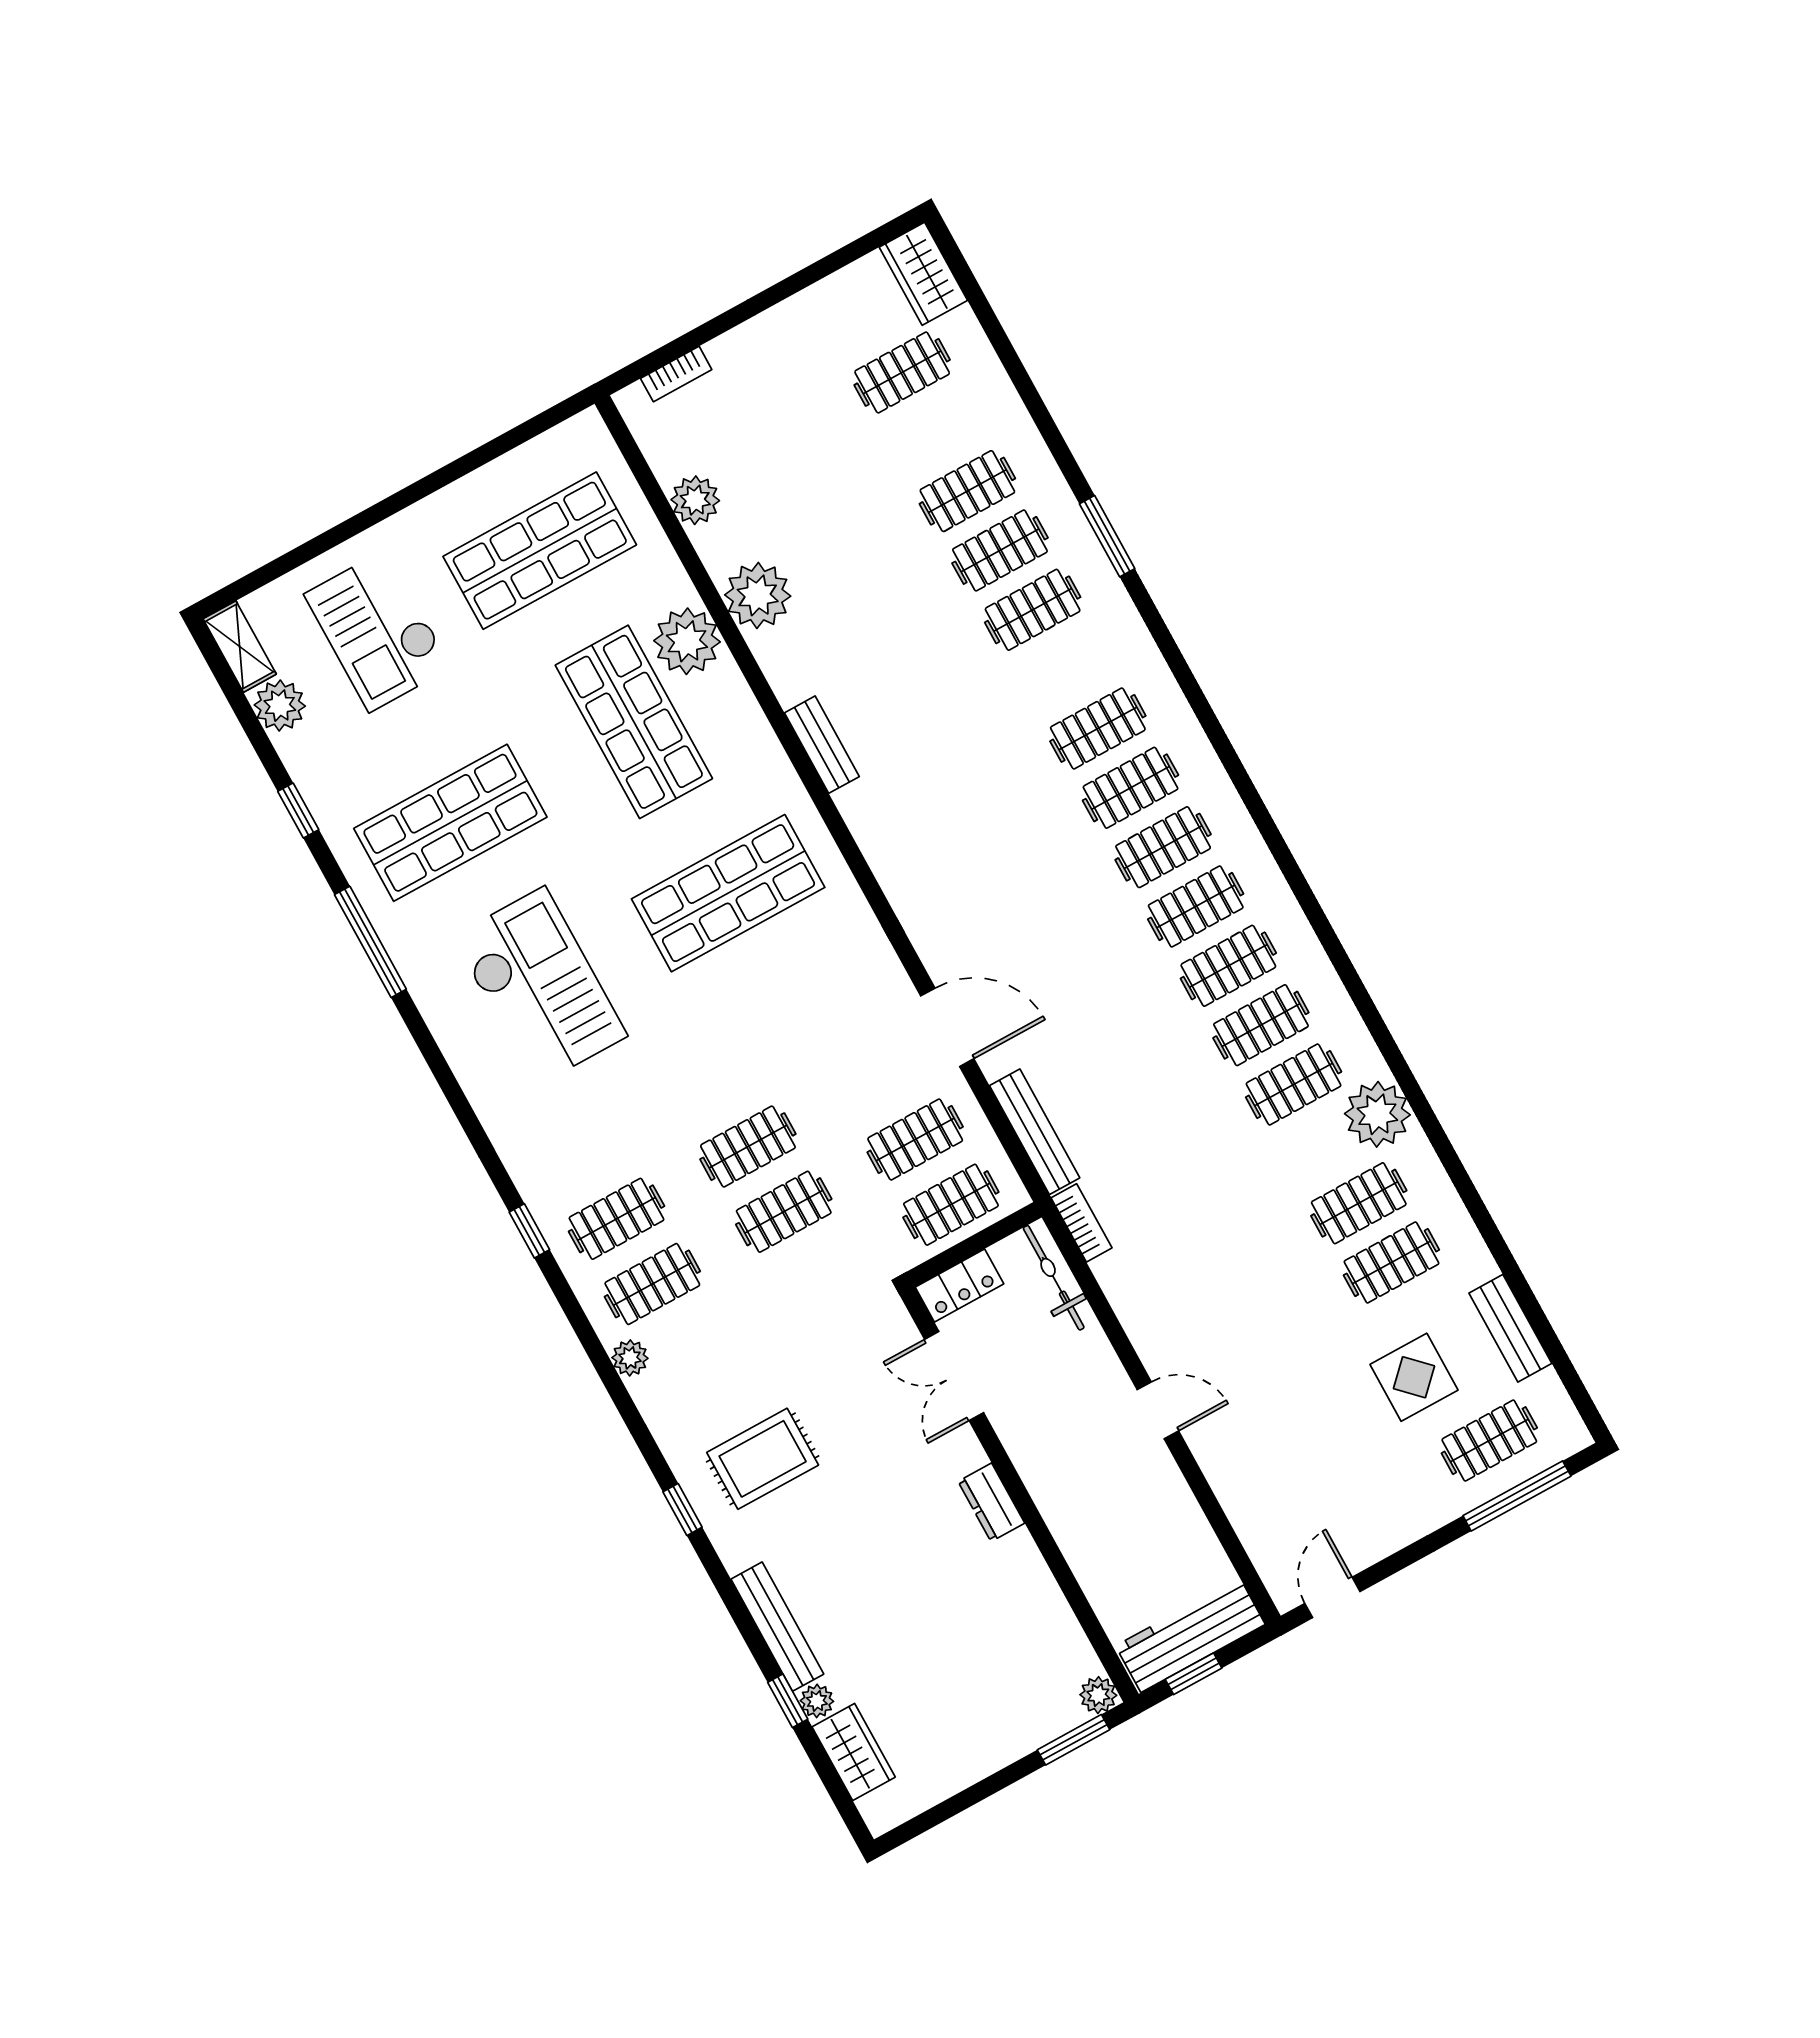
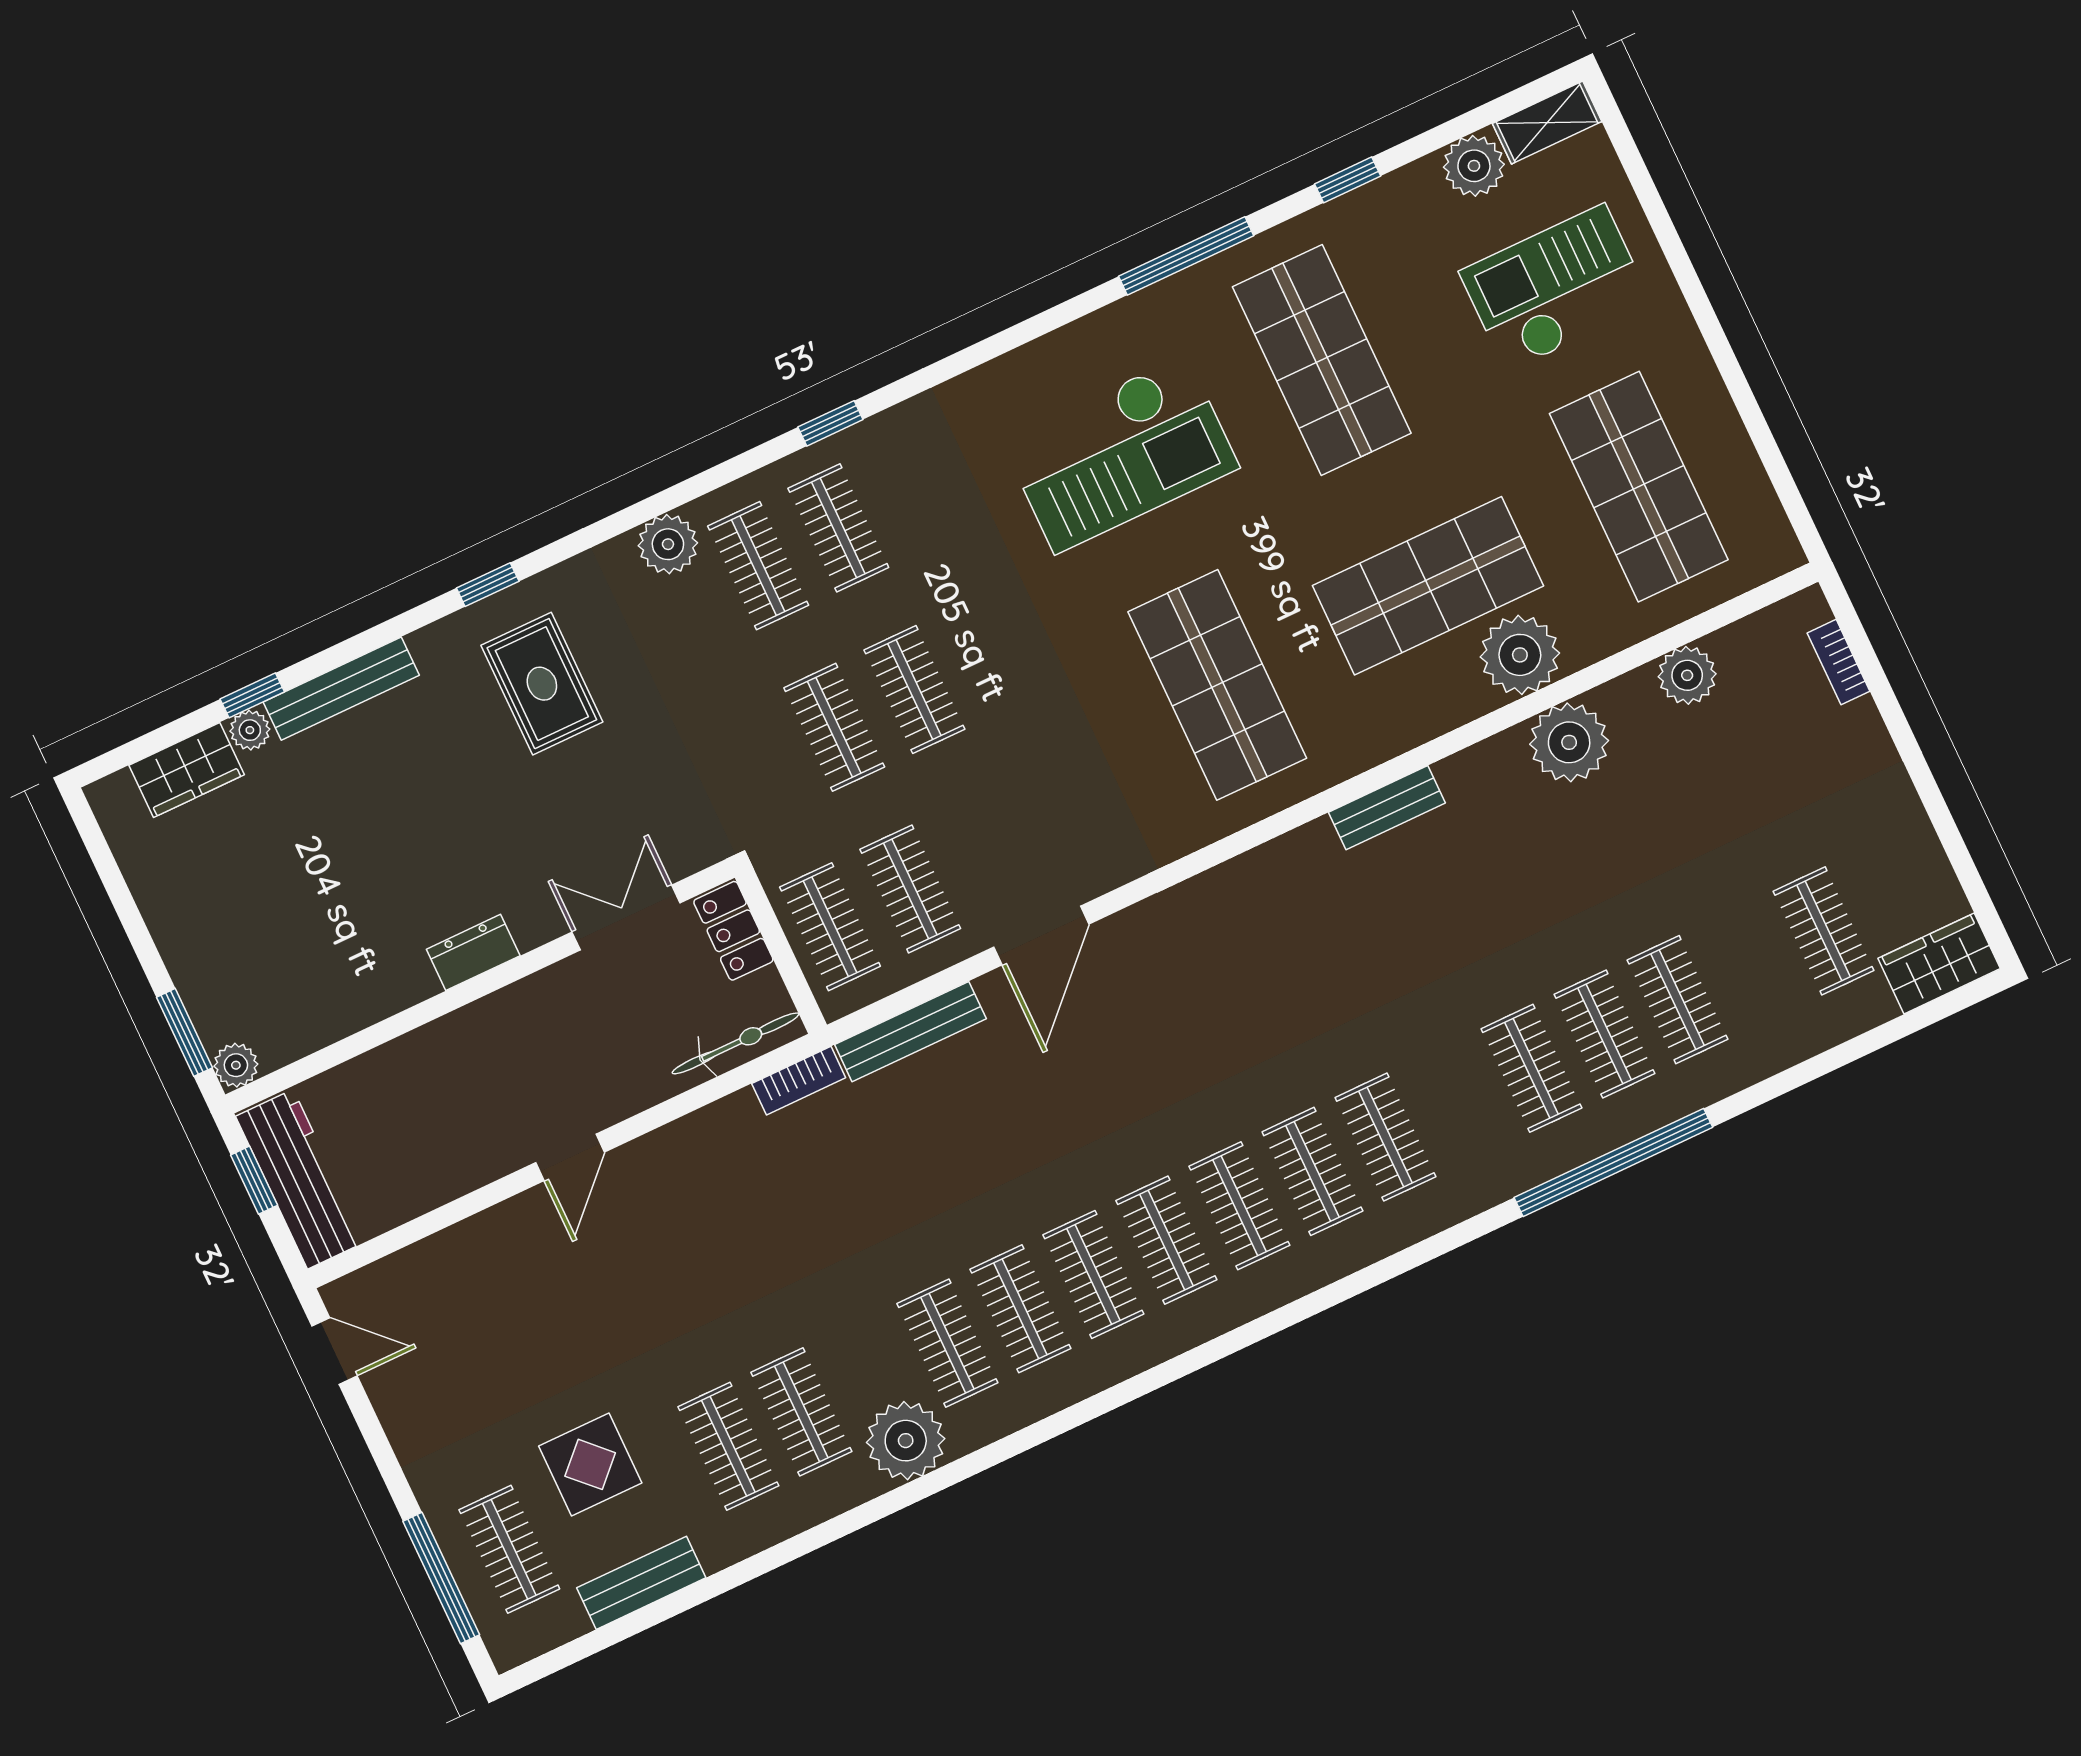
window: (1107, 536) -> (1613, 1162), width x2.11
plant: (630, 1358) -> (668, 544), width x1.38, depth x1.38

